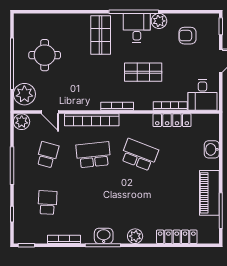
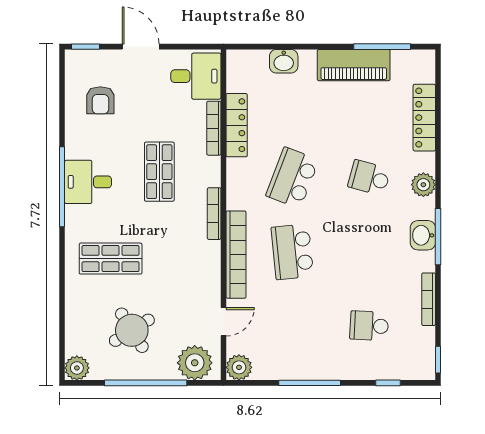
plant: (159, 21) -> (77, 368), moved
shop shelf: (101, 35) -> (111, 259), moved
round table: (45, 55) -> (132, 330), turned -32
school desk: (47, 155) -> (369, 178), moved

